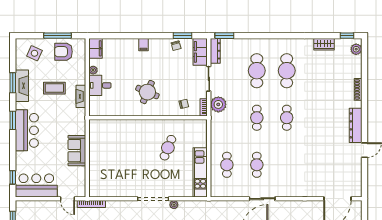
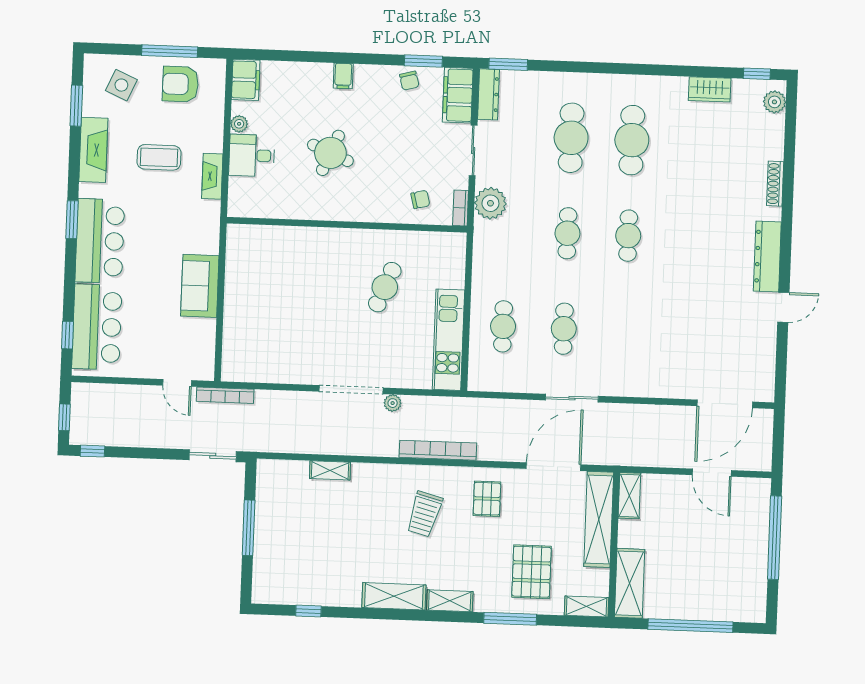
window: (13, 83) -> (76, 106), moved
round table: (147, 92) -> (330, 153), moved
bar counter: (36, 186) -> (97, 327), moved, turned 90

